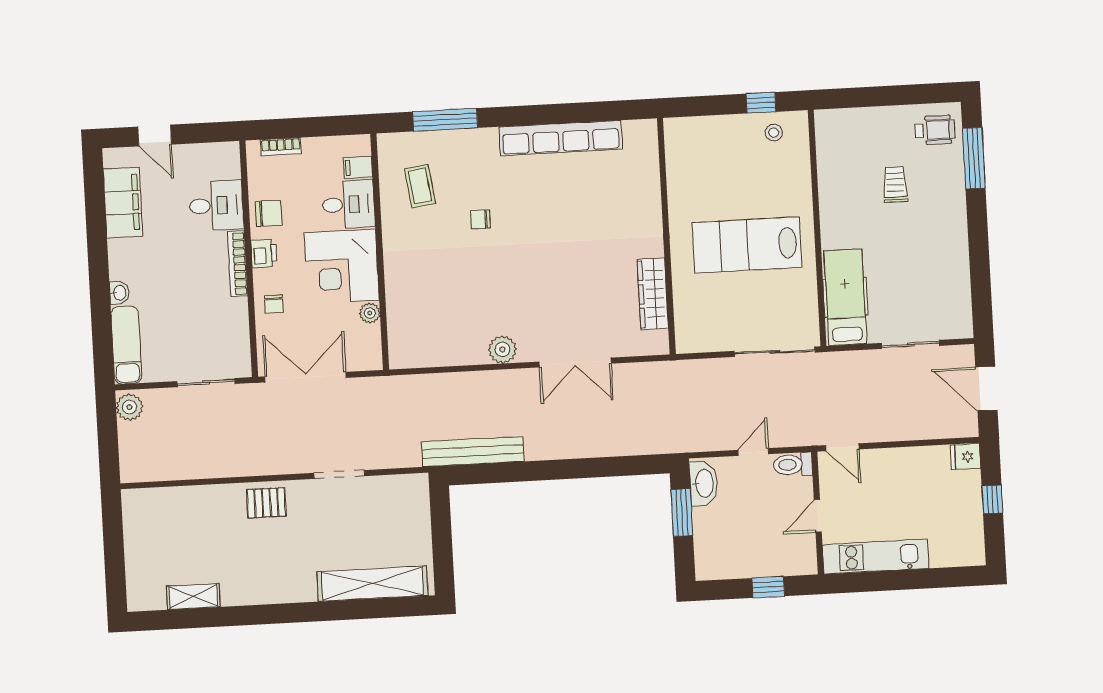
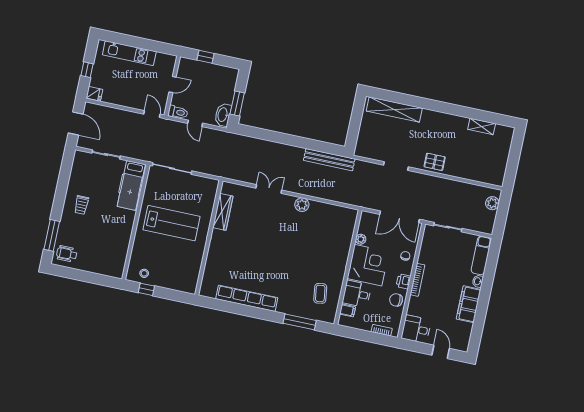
trolley: (895, 185) -> (81, 205), moved
filing cabinet: (123, 203) -> (469, 304), moved
desk: (216, 206) -> (416, 329), moved
chair: (480, 219) -> (296, 270), removed
double door: (575, 363) -> (269, 189), width x0.73
plant: (129, 407) -> (492, 203), moved
door: (753, 452) -> (195, 123), hinge flipped
kitchen unit: (876, 556) -> (129, 53), moved

